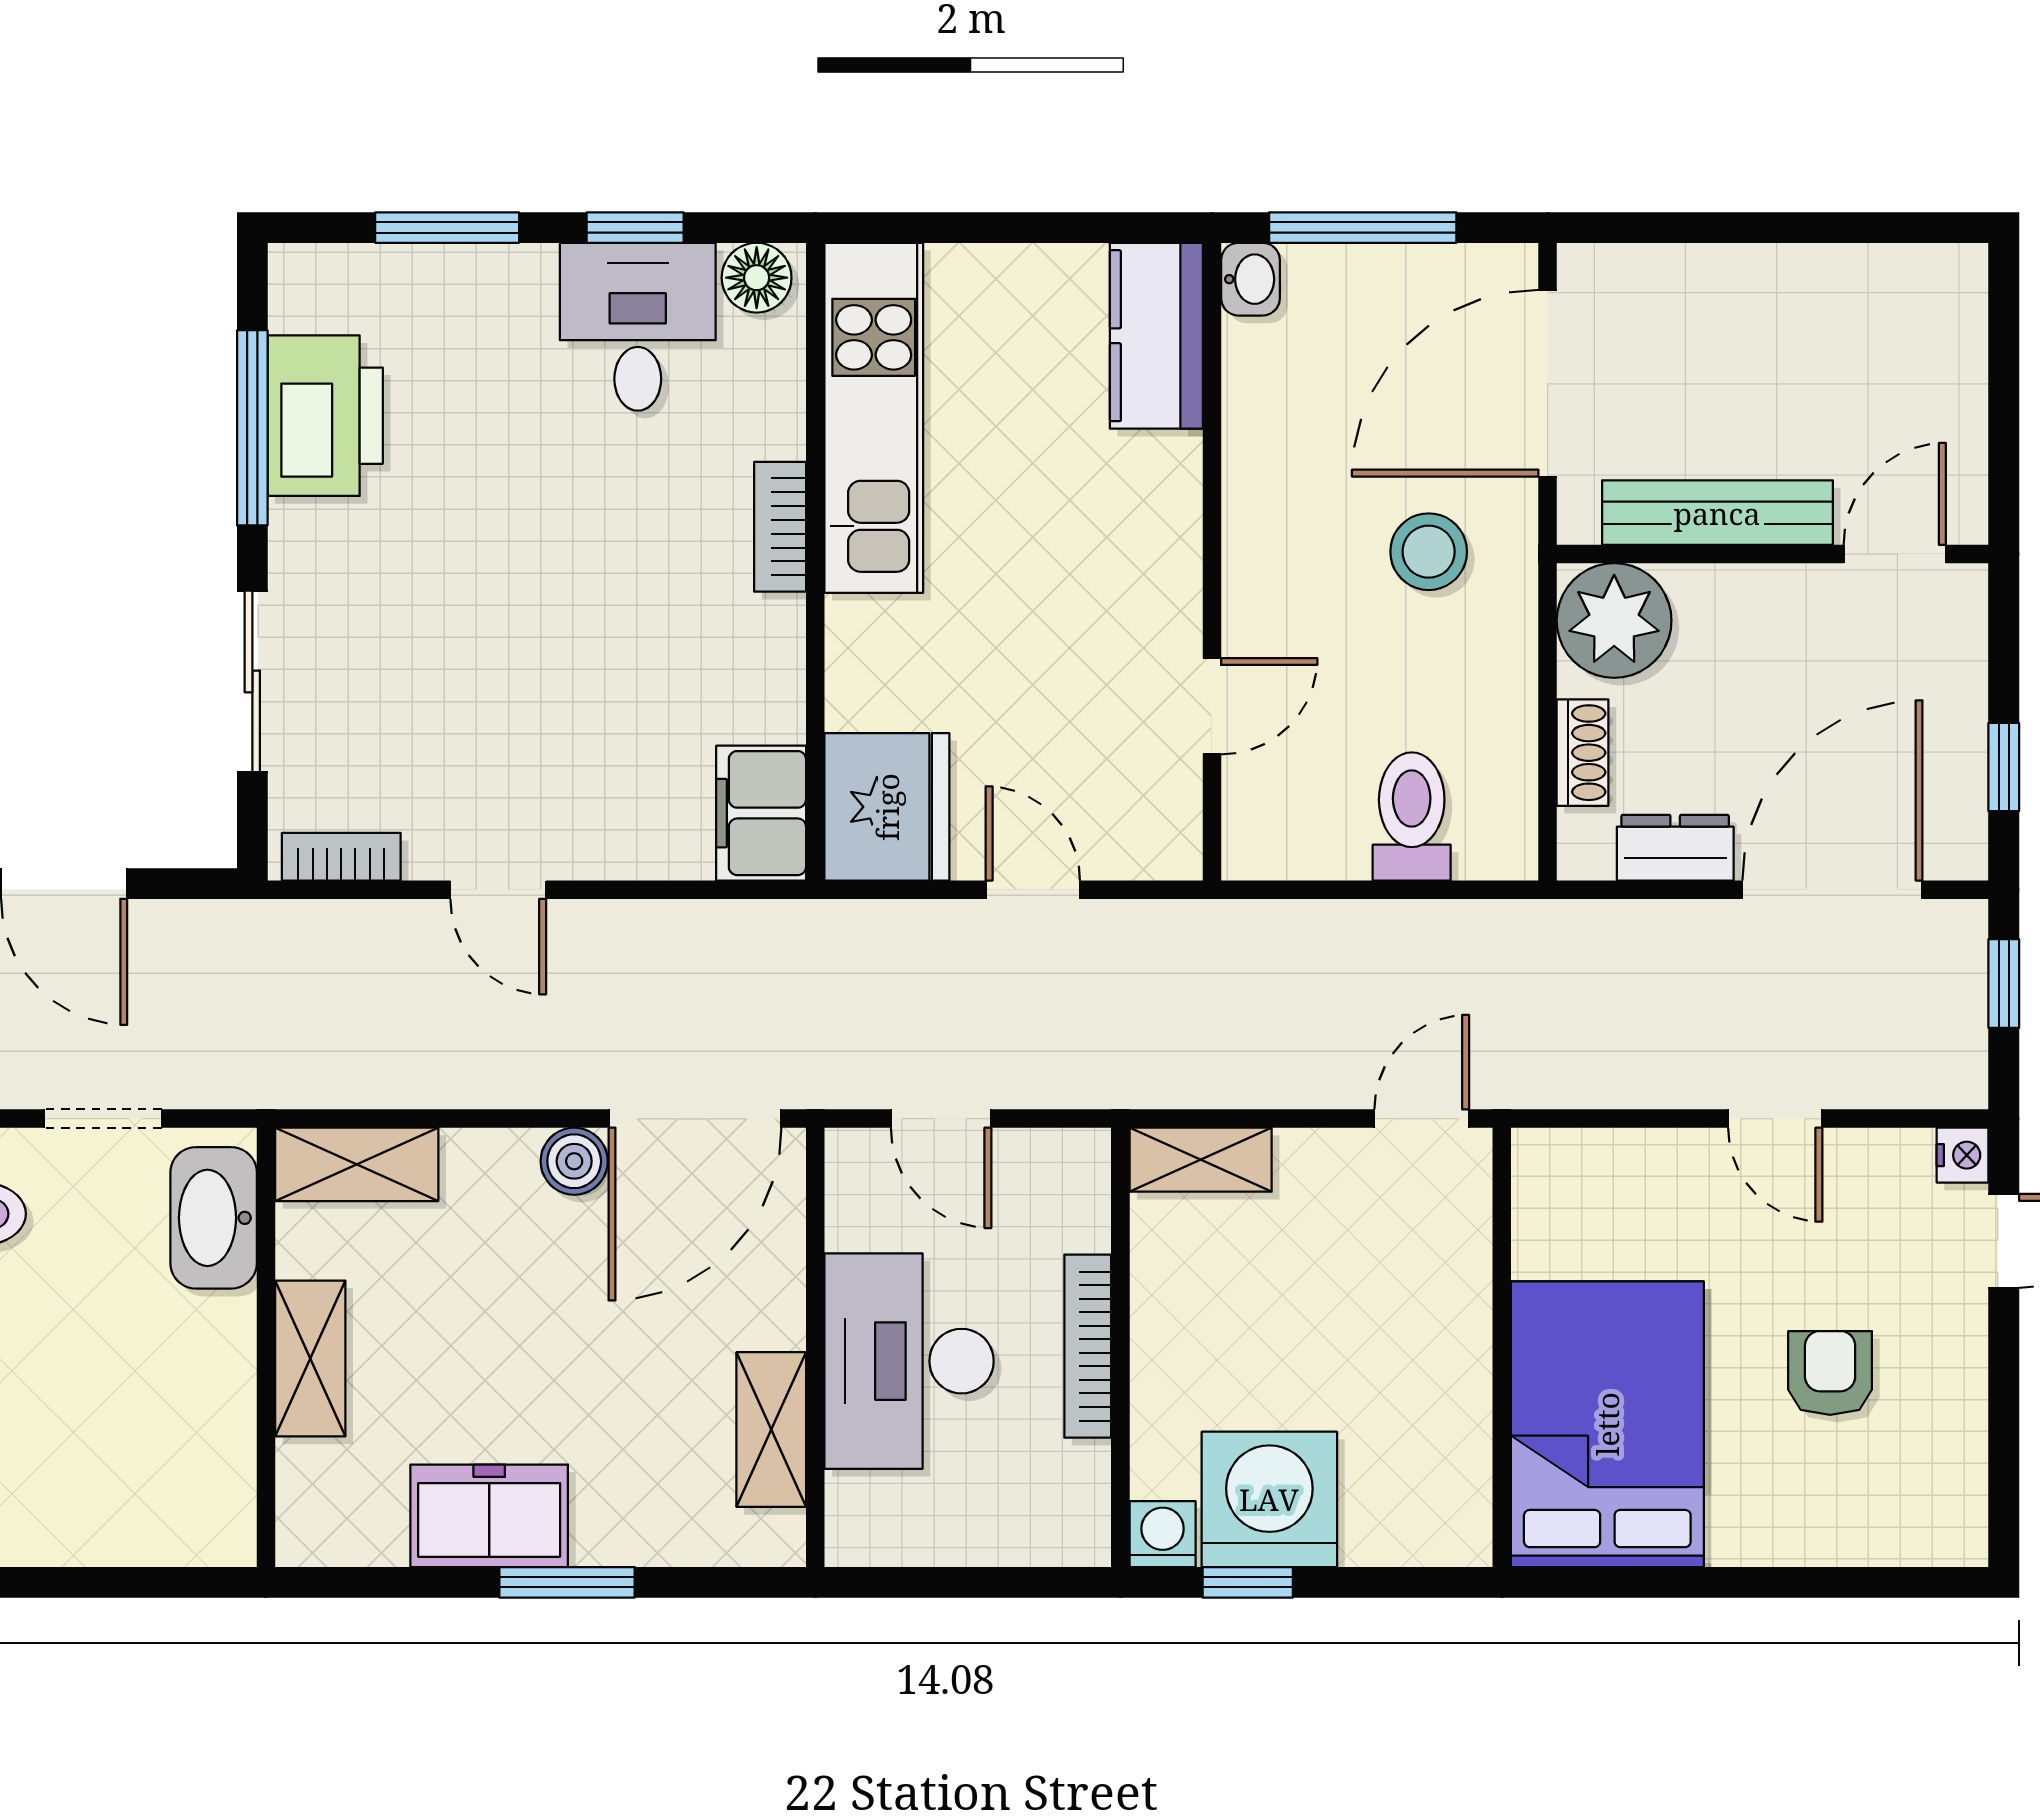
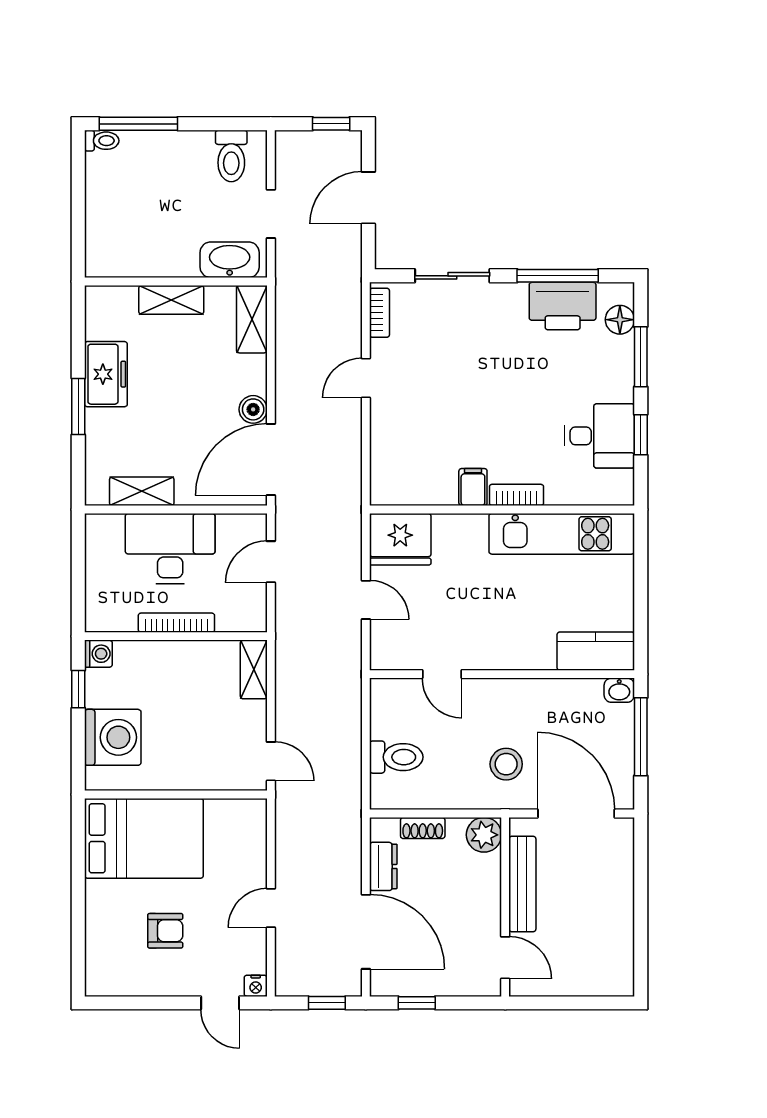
floor lamp: (757, 278) -> (620, 320), moved
plant: (1614, 621) -> (484, 835), width x0.73, depth x0.73
filing cabinet: (761, 813) -> (473, 487), moved, width x0.50
door: (1033, 890) -> (366, 600), hinge flipped
door: (695, 1119) -> (271, 460), hinge flipped
washing machine: (1269, 1499) -> (113, 737), moved

